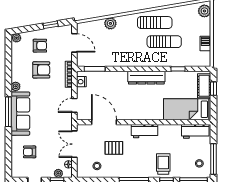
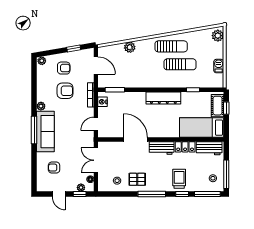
door: (104, 122) -> (136, 140), moved
locker: (170, 130) -> (185, 147), added
pallet: (114, 148) -> (137, 179), moved

